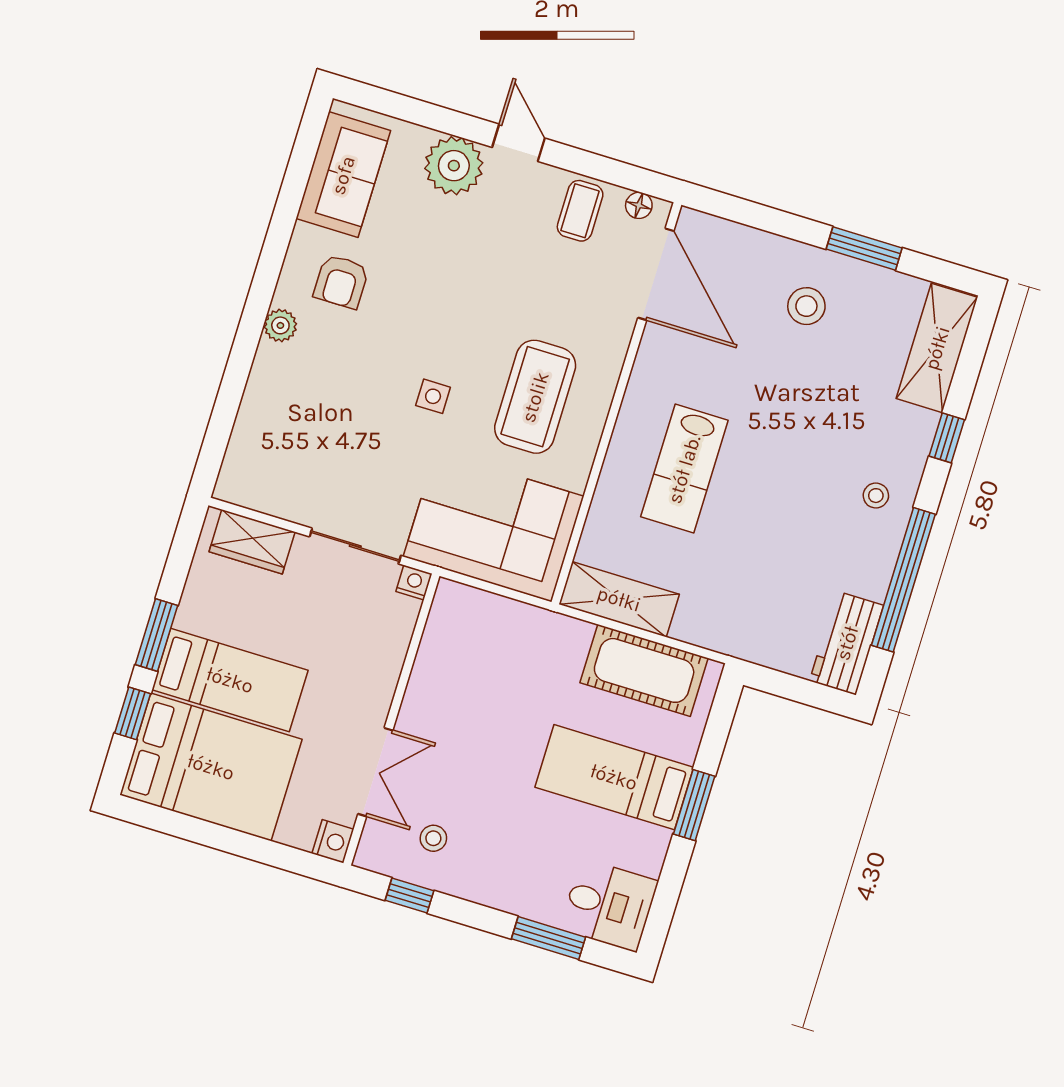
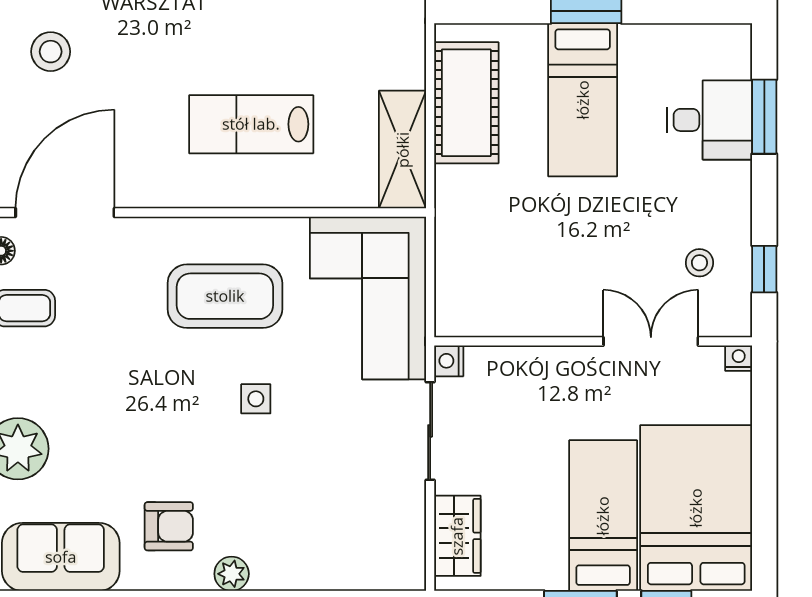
lab bench: (684, 469) -> (251, 124), turned 180
nightstand: (333, 841) -> (739, 358), width x0.72, depth x0.74
desk: (609, 905) -> (710, 120), moved, turned 90

